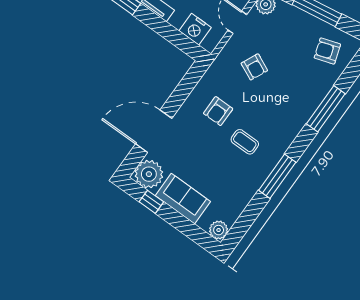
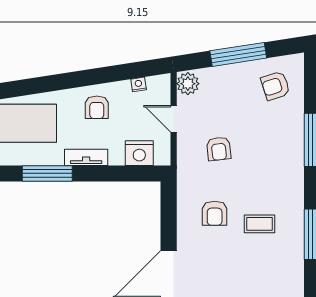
armchair: (254, 67) -> (219, 149), turned 59

